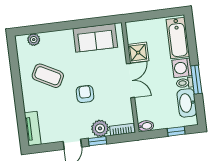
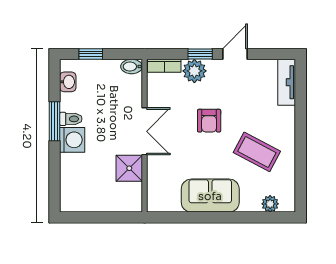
sofa: (95, 38) -> (210, 196), moved
bathtub: (178, 38) -> (73, 181), removed
double door: (131, 81) -> (144, 131), swing flipped
washbasin: (187, 103) -> (68, 82), width x0.52, depth x0.69

